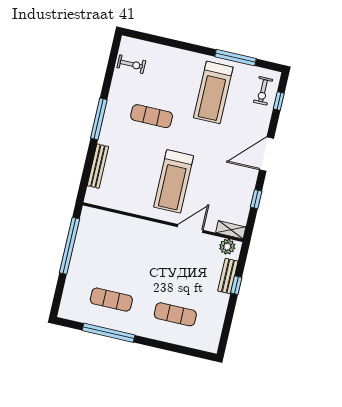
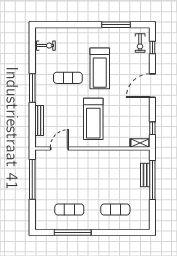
treadmill: (213, 92) -> (100, 68), moved
window: (256, 199) -> (152, 128), moved
door: (190, 228) -> (59, 148), moved
plant: (227, 247) -> (140, 155), removed
window: (236, 285) -> (152, 180), width x3.17

